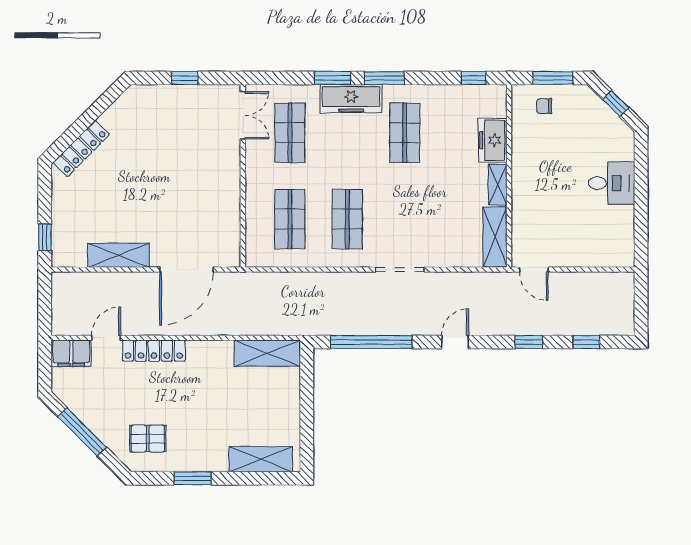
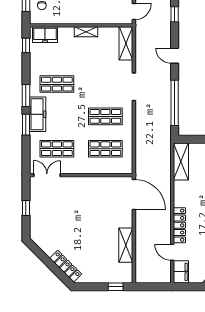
freezer: (493, 140) -> (45, 35), moved
shelving: (495, 237) -> (126, 43), moved, turned 90
door: (186, 270) -> (134, 195), moved

